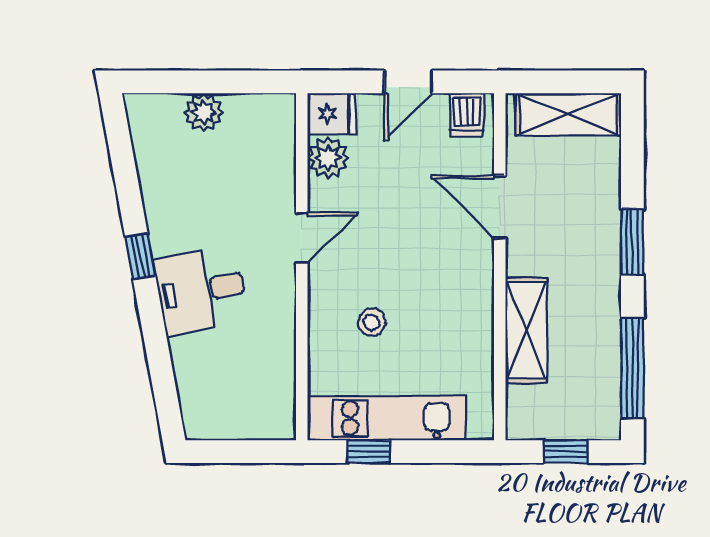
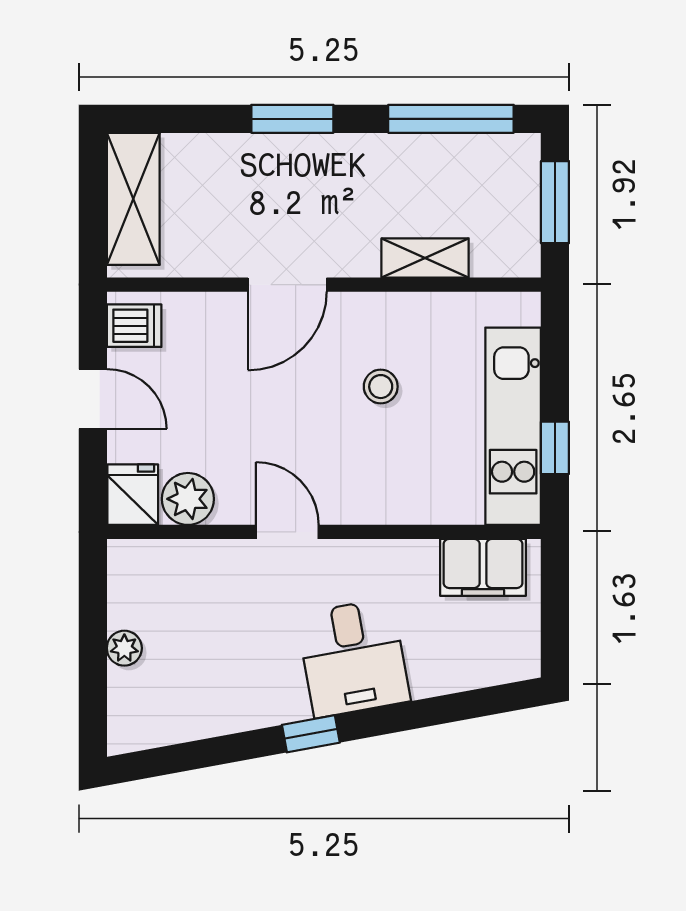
plant: (204, 112) -> (124, 648), width x0.73, depth x0.73
door: (500, 207) -> (287, 285), moved
stool: (372, 322) -> (381, 387), moved
shelving: (526, 330) -> (425, 258), width x0.67, depth x0.75
filing cabinet: (273, 394) -> (483, 567), added
window: (566, 452) -> (555, 202), width x1.50

